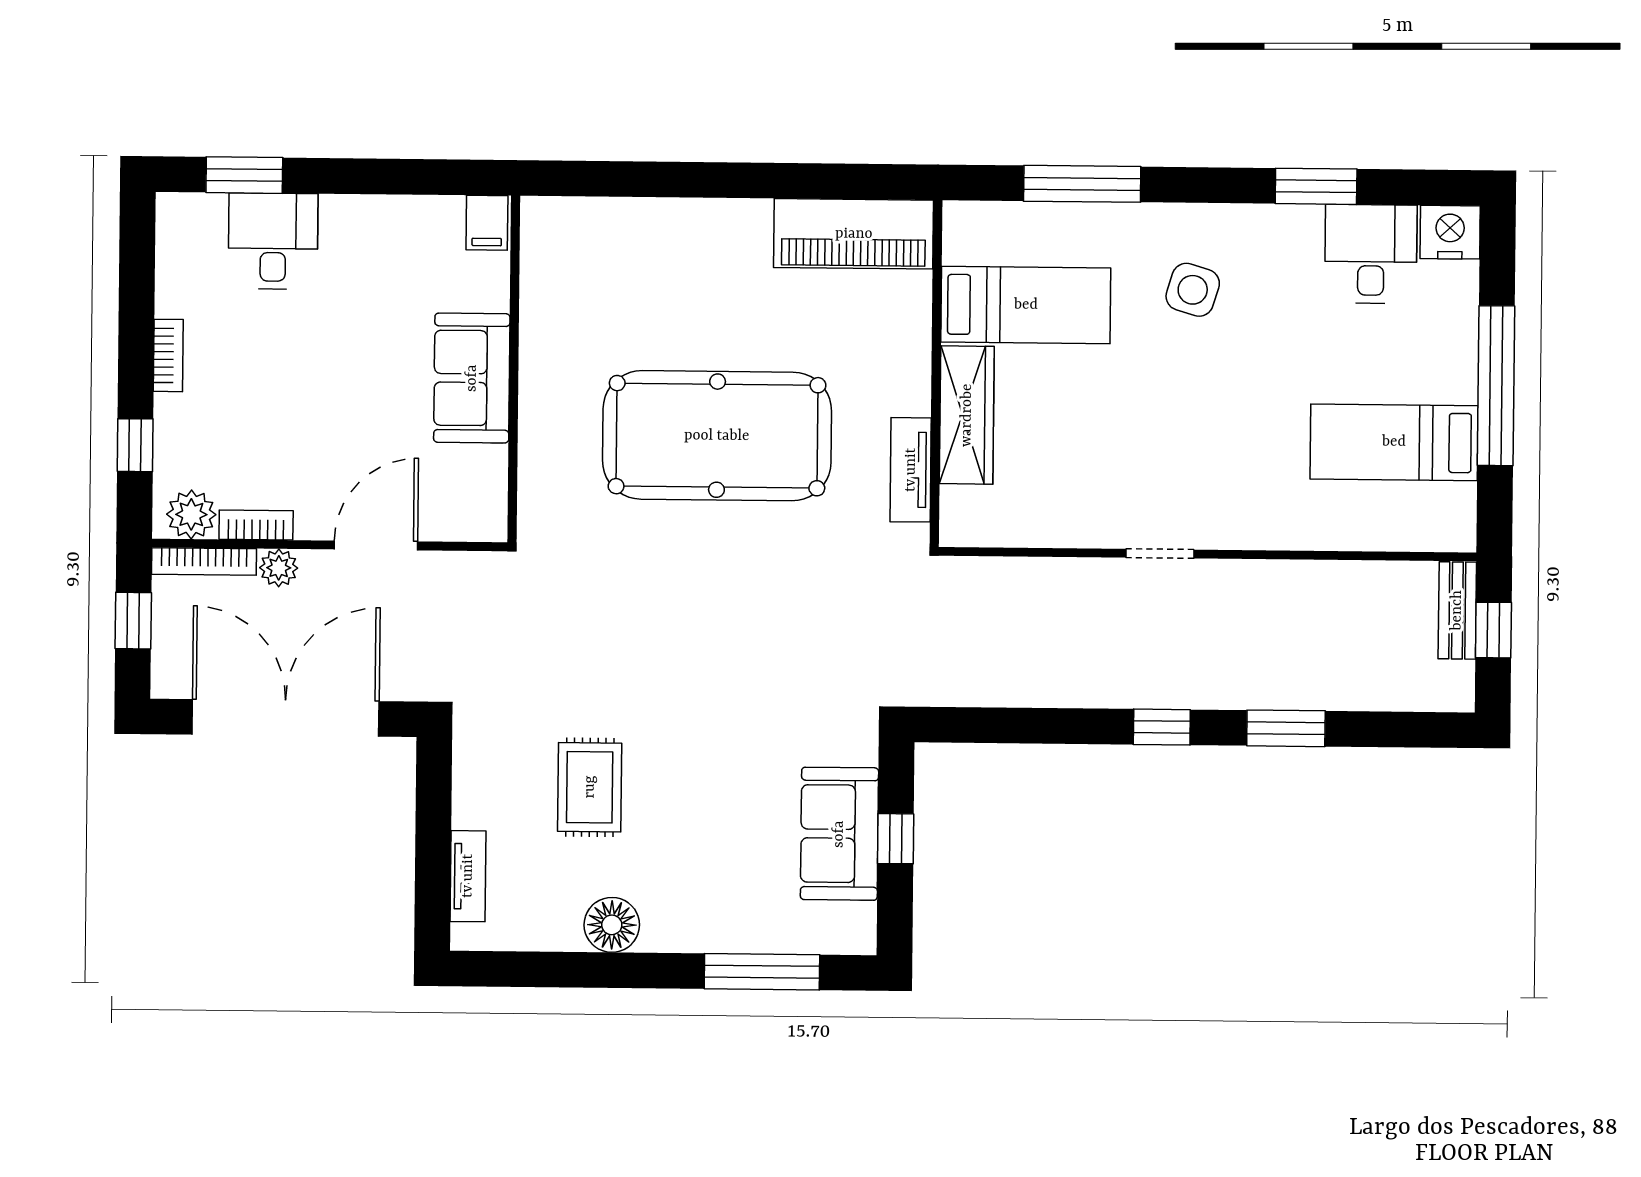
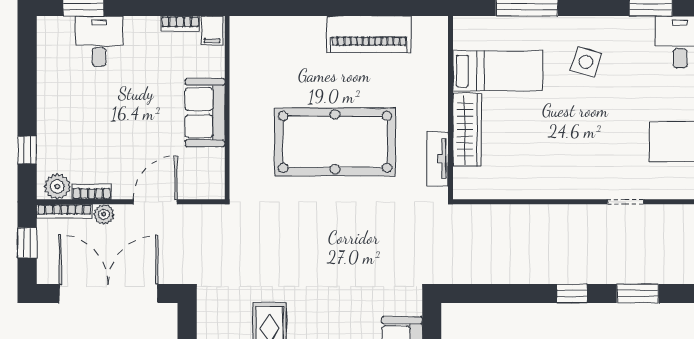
piano: (854, 234) -> (369, 34), moved
bookcase: (168, 355) -> (180, 24), moved, turned 90
doorway: (1160, 554) -> (625, 202), moved

